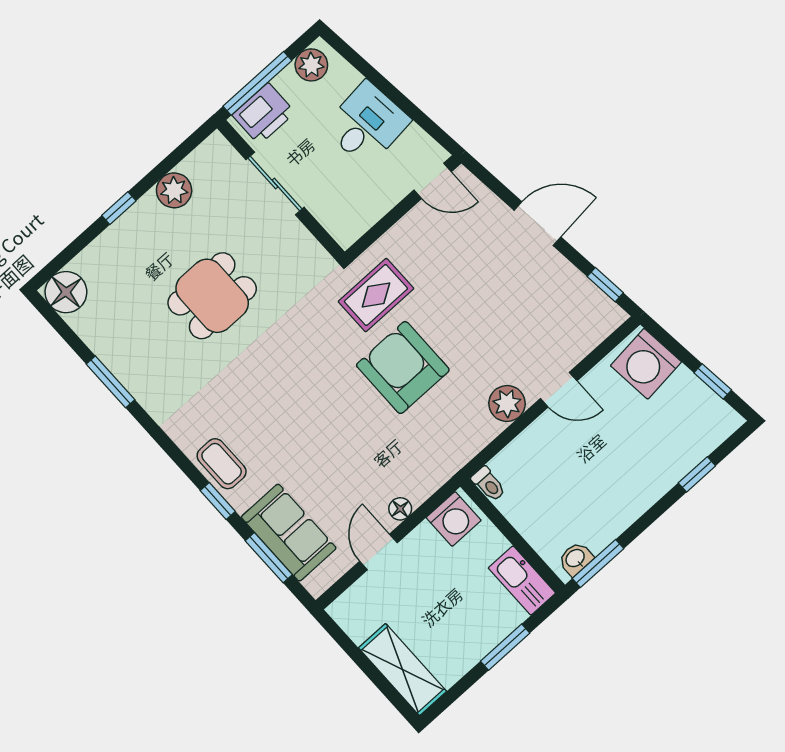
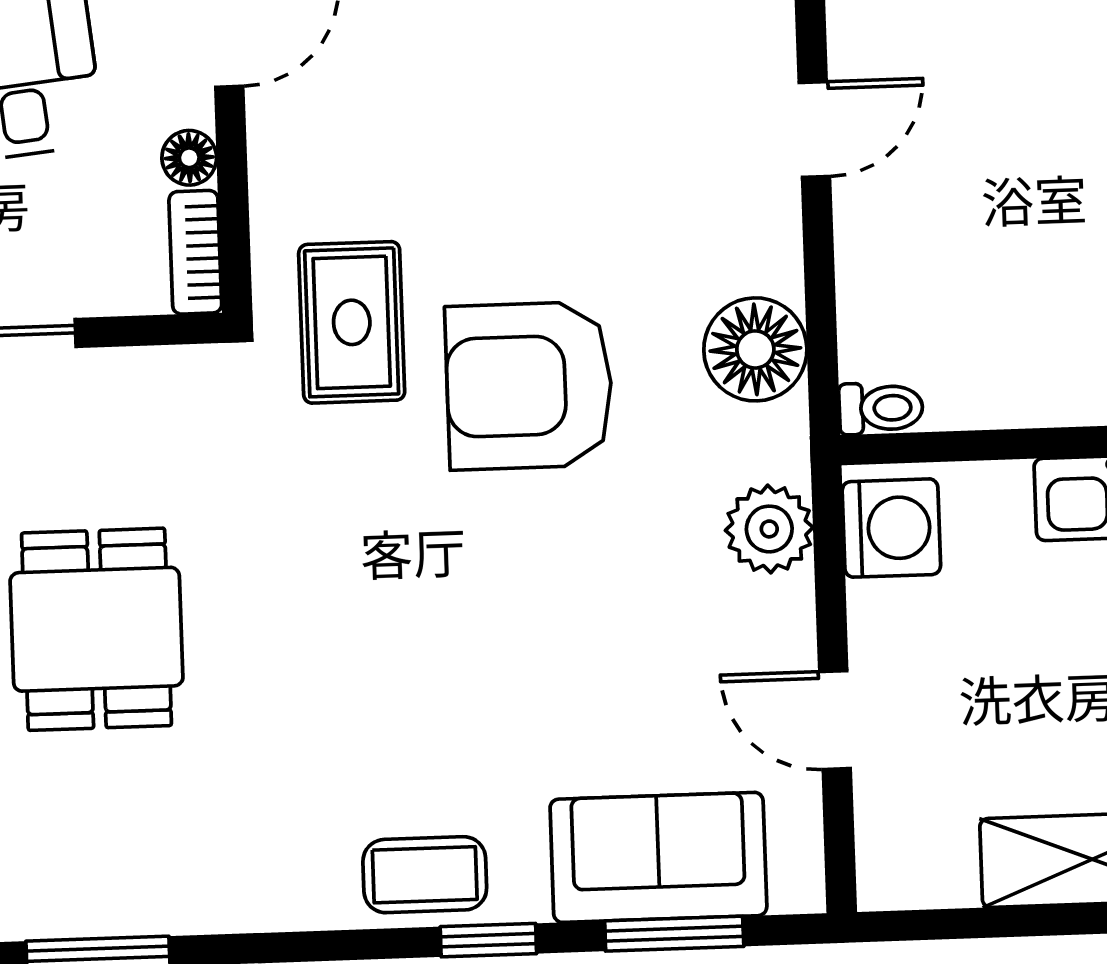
floor lamp: (385, 201) -> (189, 158), added
bookcase: (357, 227) -> (195, 252), added
plant: (507, 404) -> (769, 529), moved
floor lamp: (400, 509) -> (755, 349), moved, width x1.89, depth x1.89

